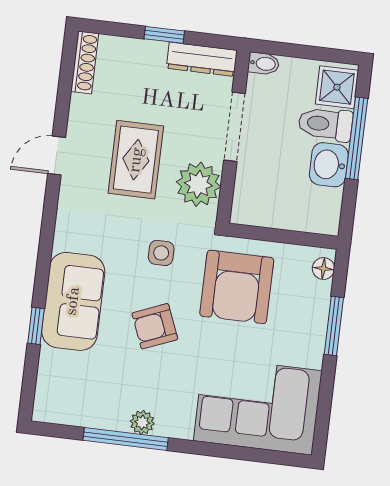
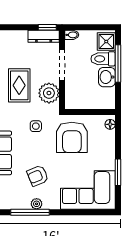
window: (164, 35) -> (47, 27), moved
armchair: (155, 326) -> (38, 176), moved
window: (334, 326) -> (118, 172), moved

